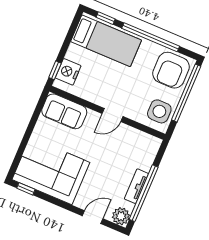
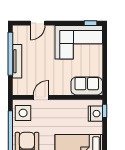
door: (113, 115) -> (41, 97), moved
tv unit: (136, 186) -> (17, 61), width x1.41
plant: (121, 216) -> (19, 32), removed

